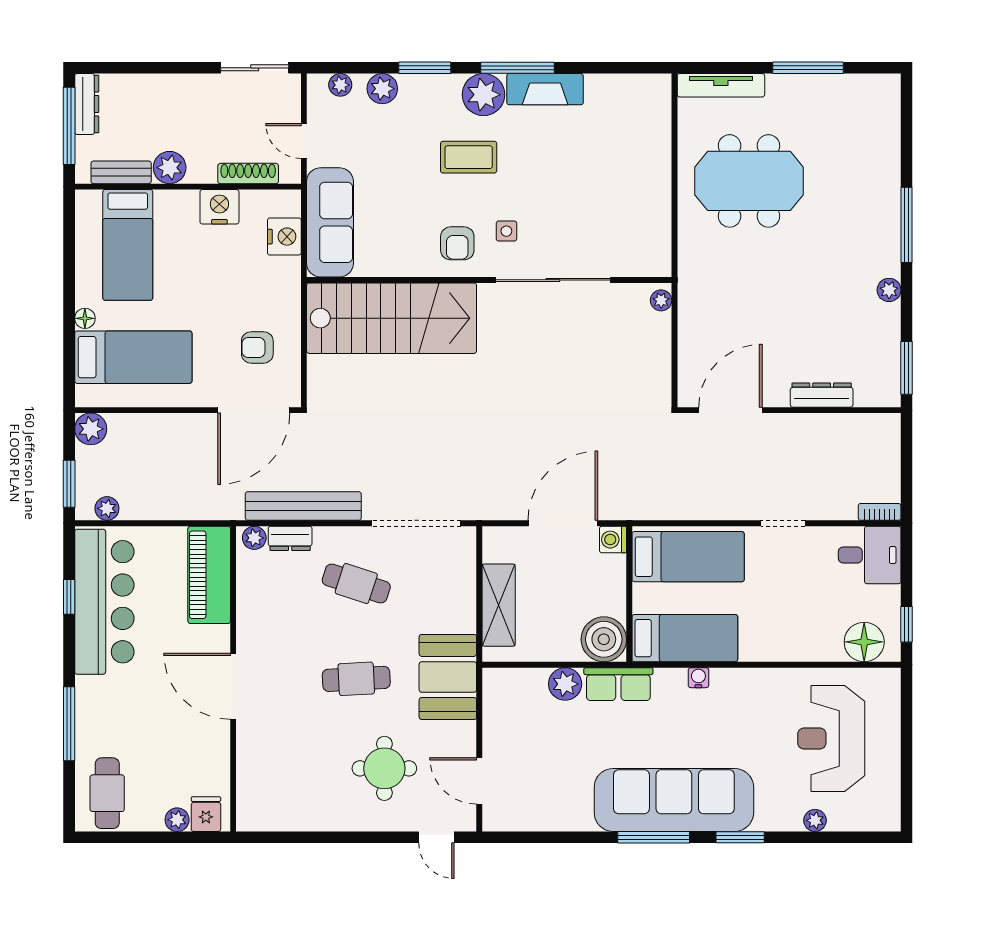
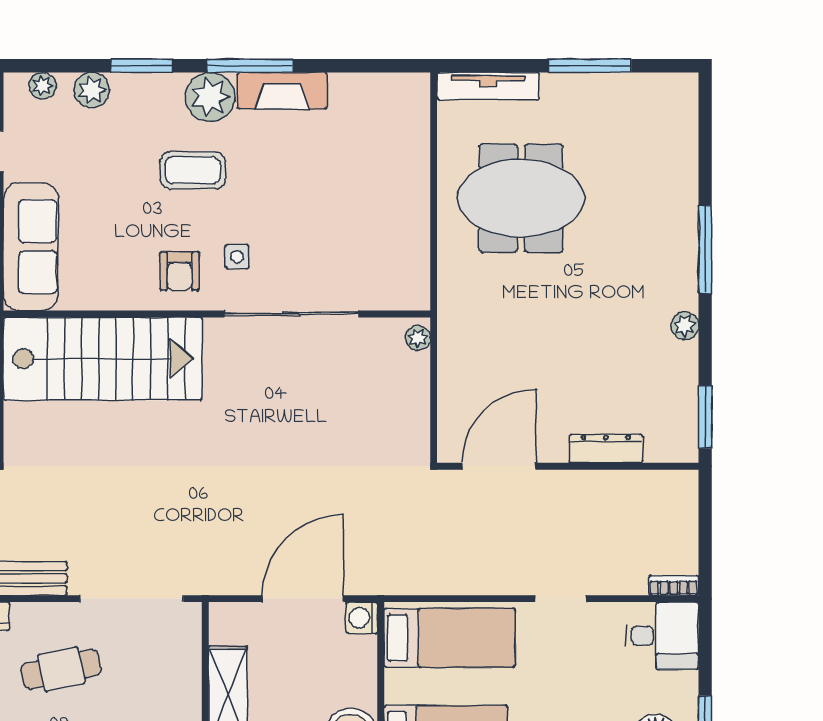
cafe table: (356, 583) -> (61, 669), turned -30

